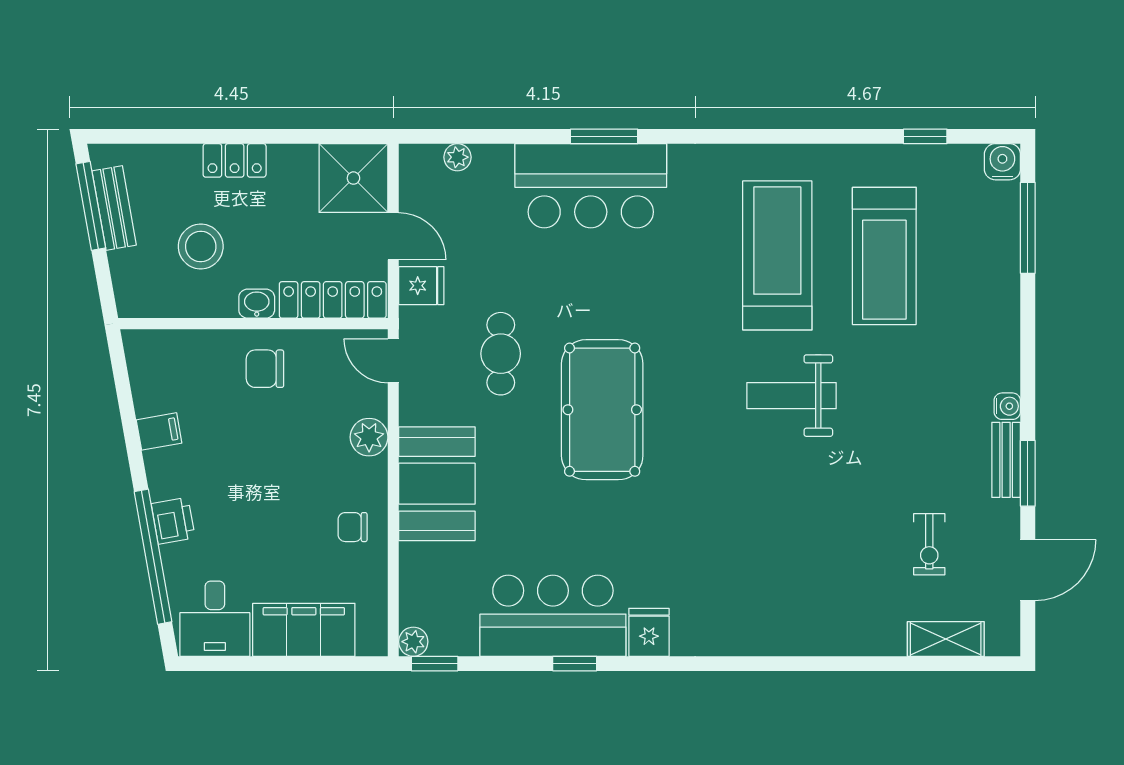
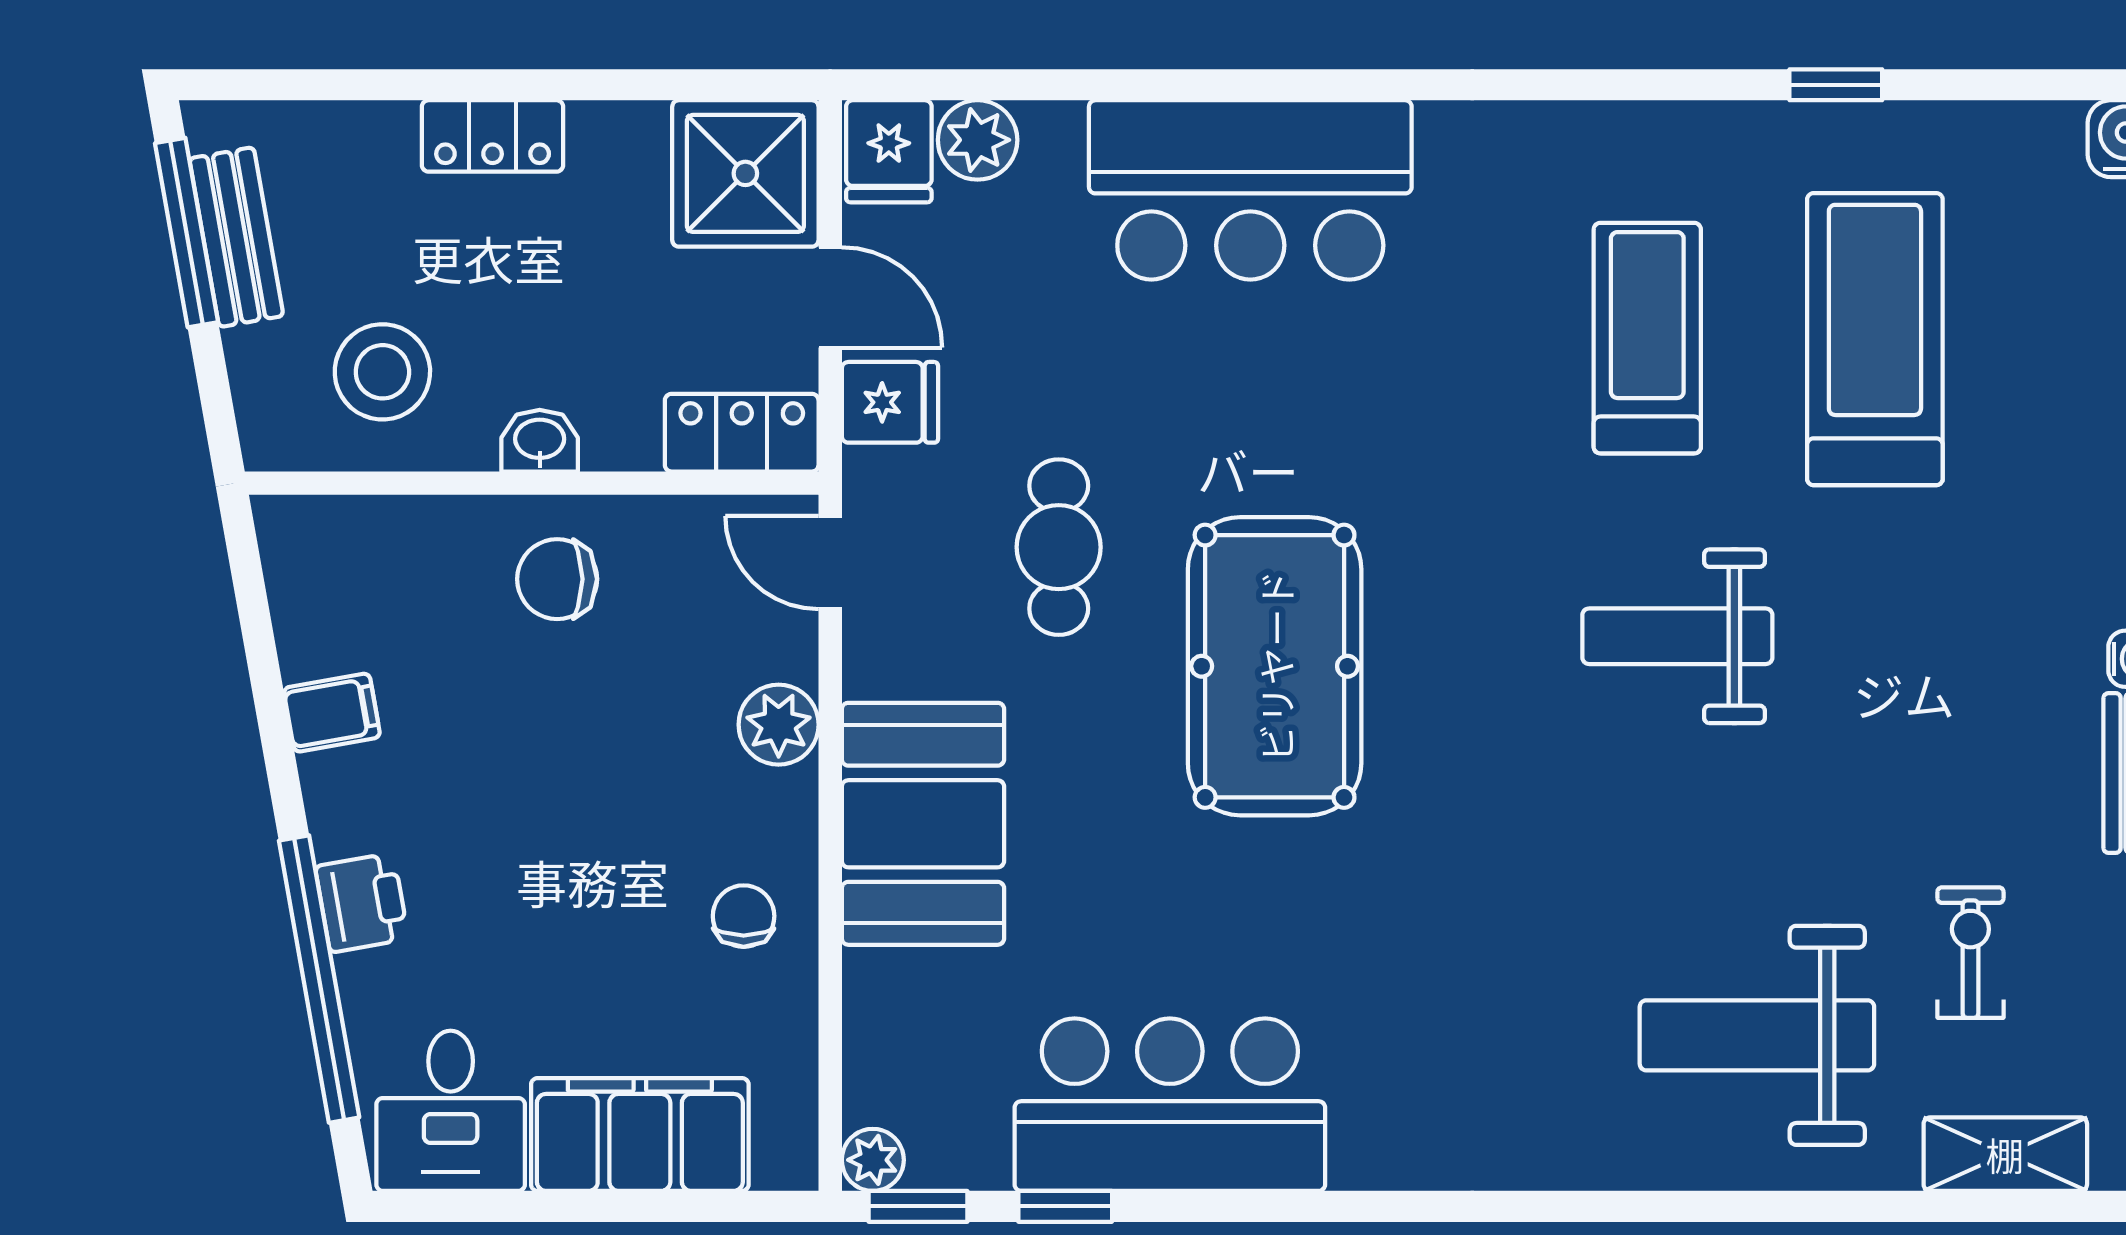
window: (604, 136) -> (1279, 85), removed
window: (925, 136) -> (1836, 85), moved
plant: (457, 157) -> (978, 140), width x1.38, depth x1.38
stool: (201, 247) -> (382, 372), moved
treadmill: (777, 255) -> (1647, 338), width x0.73, depth x0.73
treadmill: (884, 256) -> (1875, 339), turned 180
locker: (333, 300) -> (742, 433), width x0.66
chair: (353, 527) -> (744, 916), turned 90
exercise bike: (929, 544) -> (1970, 953), turned 180
weight bench: (829, 583) -> (1757, 1035), added
fridge: (649, 632) -> (889, 151), moved, turned 180
window: (575, 664) -> (1065, 1206), moved

